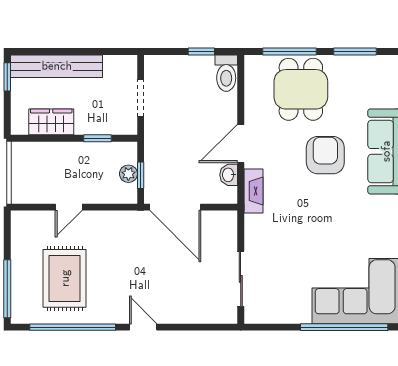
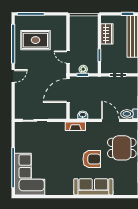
door: (241, 144) -> (110, 120), moved
door: (69, 207) -> (68, 57), moved

